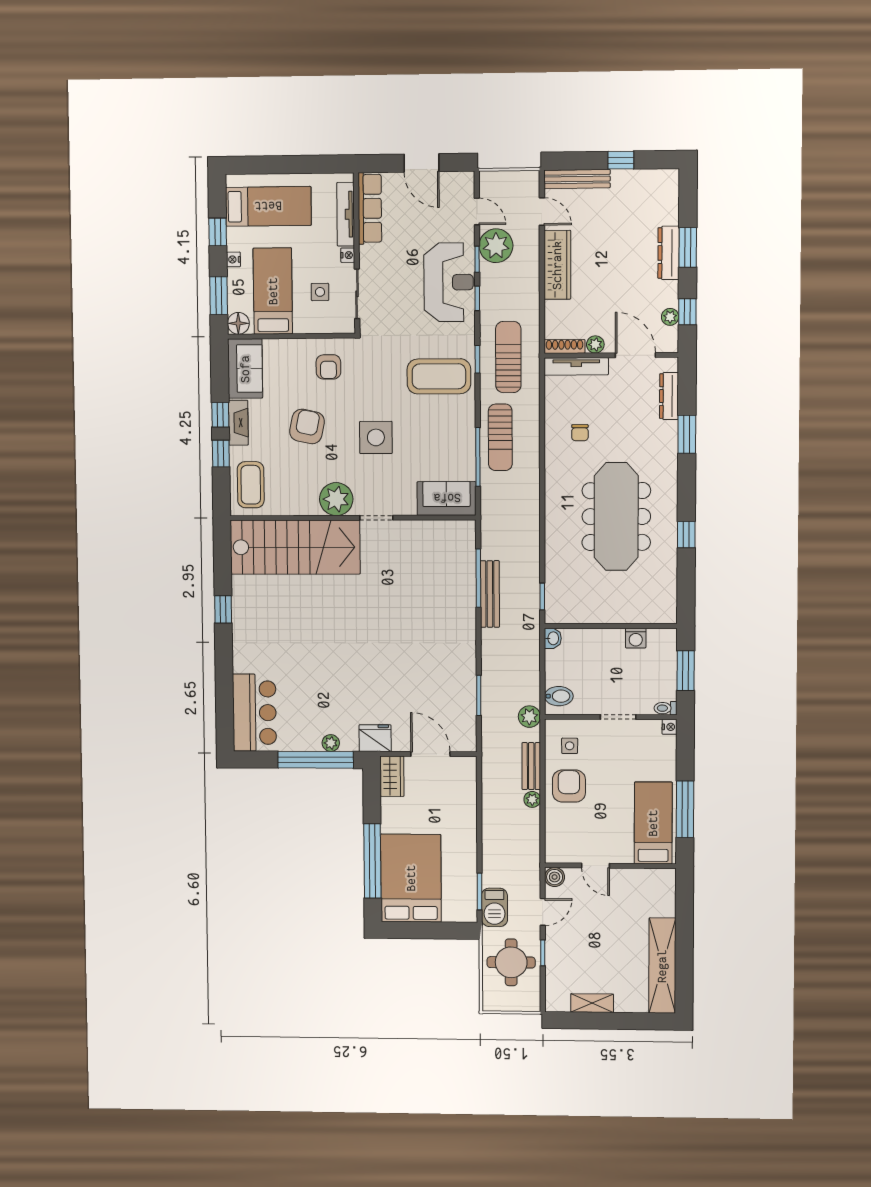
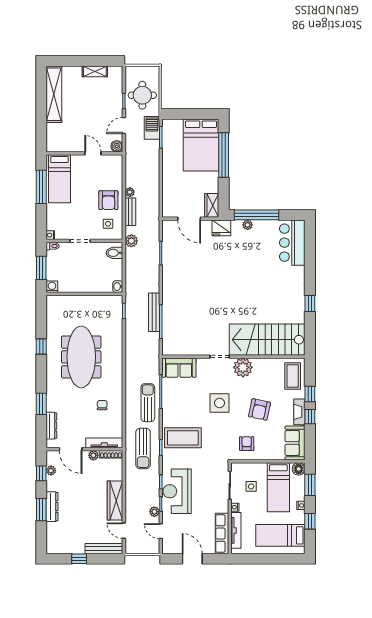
plant: (496, 246) -> (154, 512), width x0.53, depth x0.53
washing machine: (636, 638) -> (52, 287), moved

